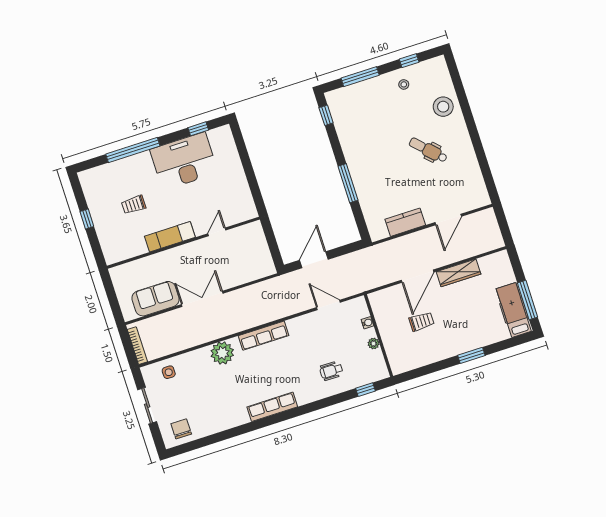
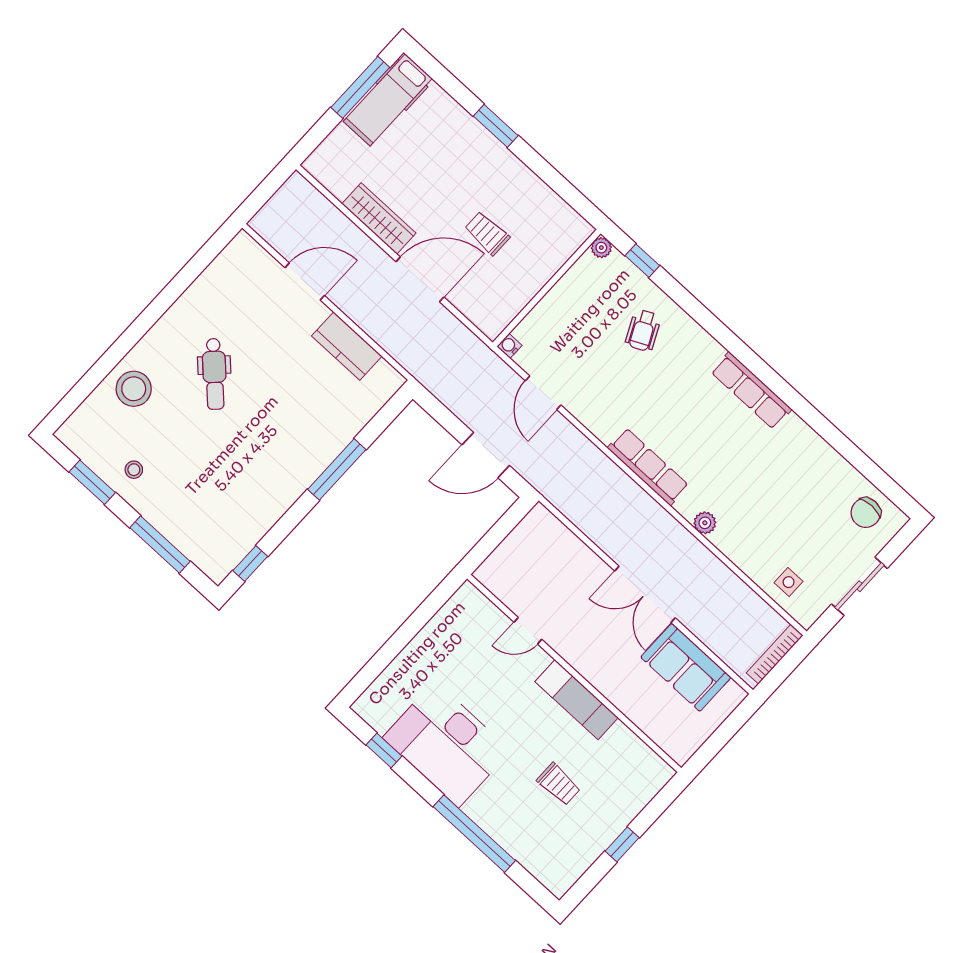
window: (409, 61) -> (92, 482), width x1.50
water cooler: (367, 323) -> (509, 346), moved
plant: (374, 343) -> (601, 248), moved
plant: (222, 353) -> (705, 523), width x0.53, depth x0.53
wheelchair: (331, 371) -> (643, 330), turned 63

